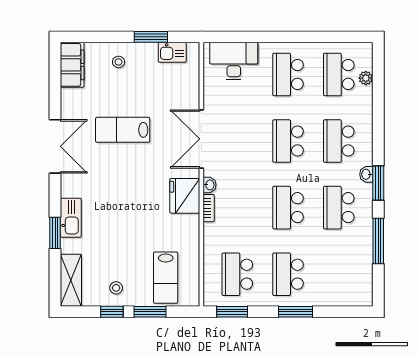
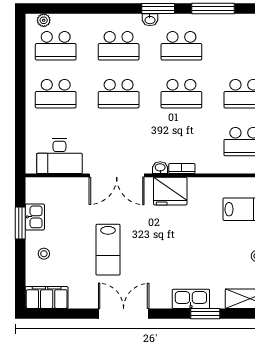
kitchen sink: (172, 52) -> (35, 217), moved
desk: (234, 61) -> (59, 156), moved, turned -90
plant: (366, 78) -> (44, 20), moved

